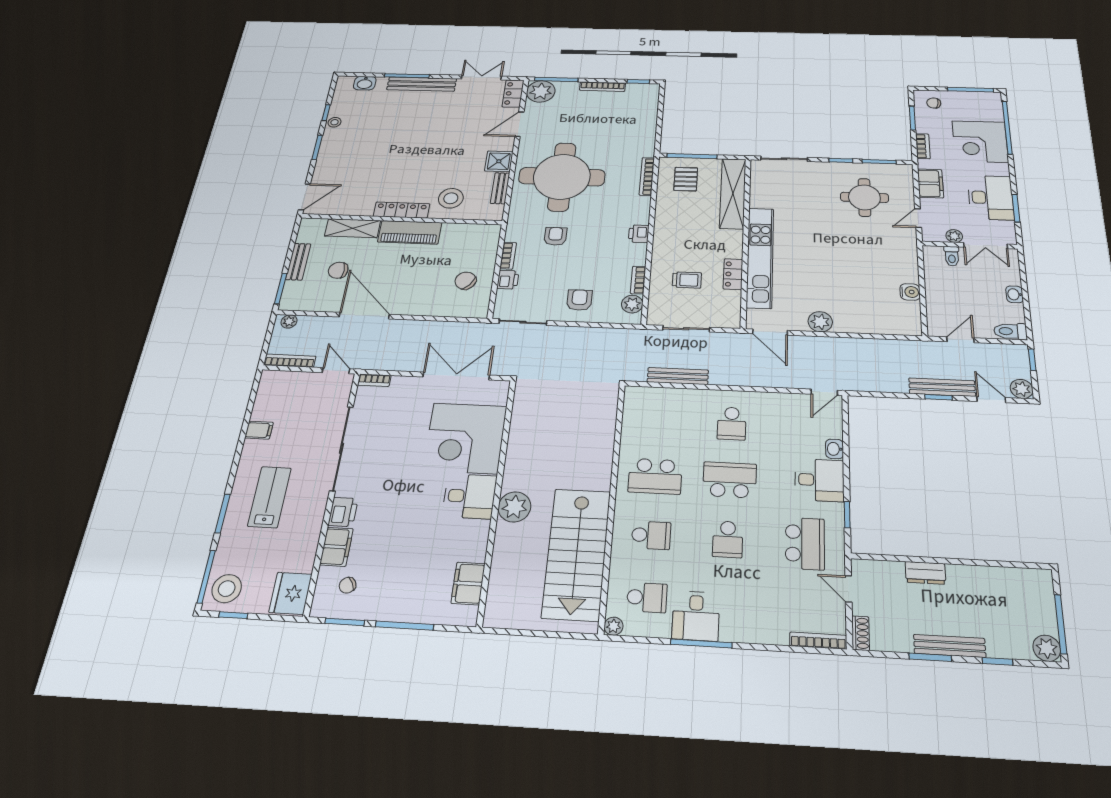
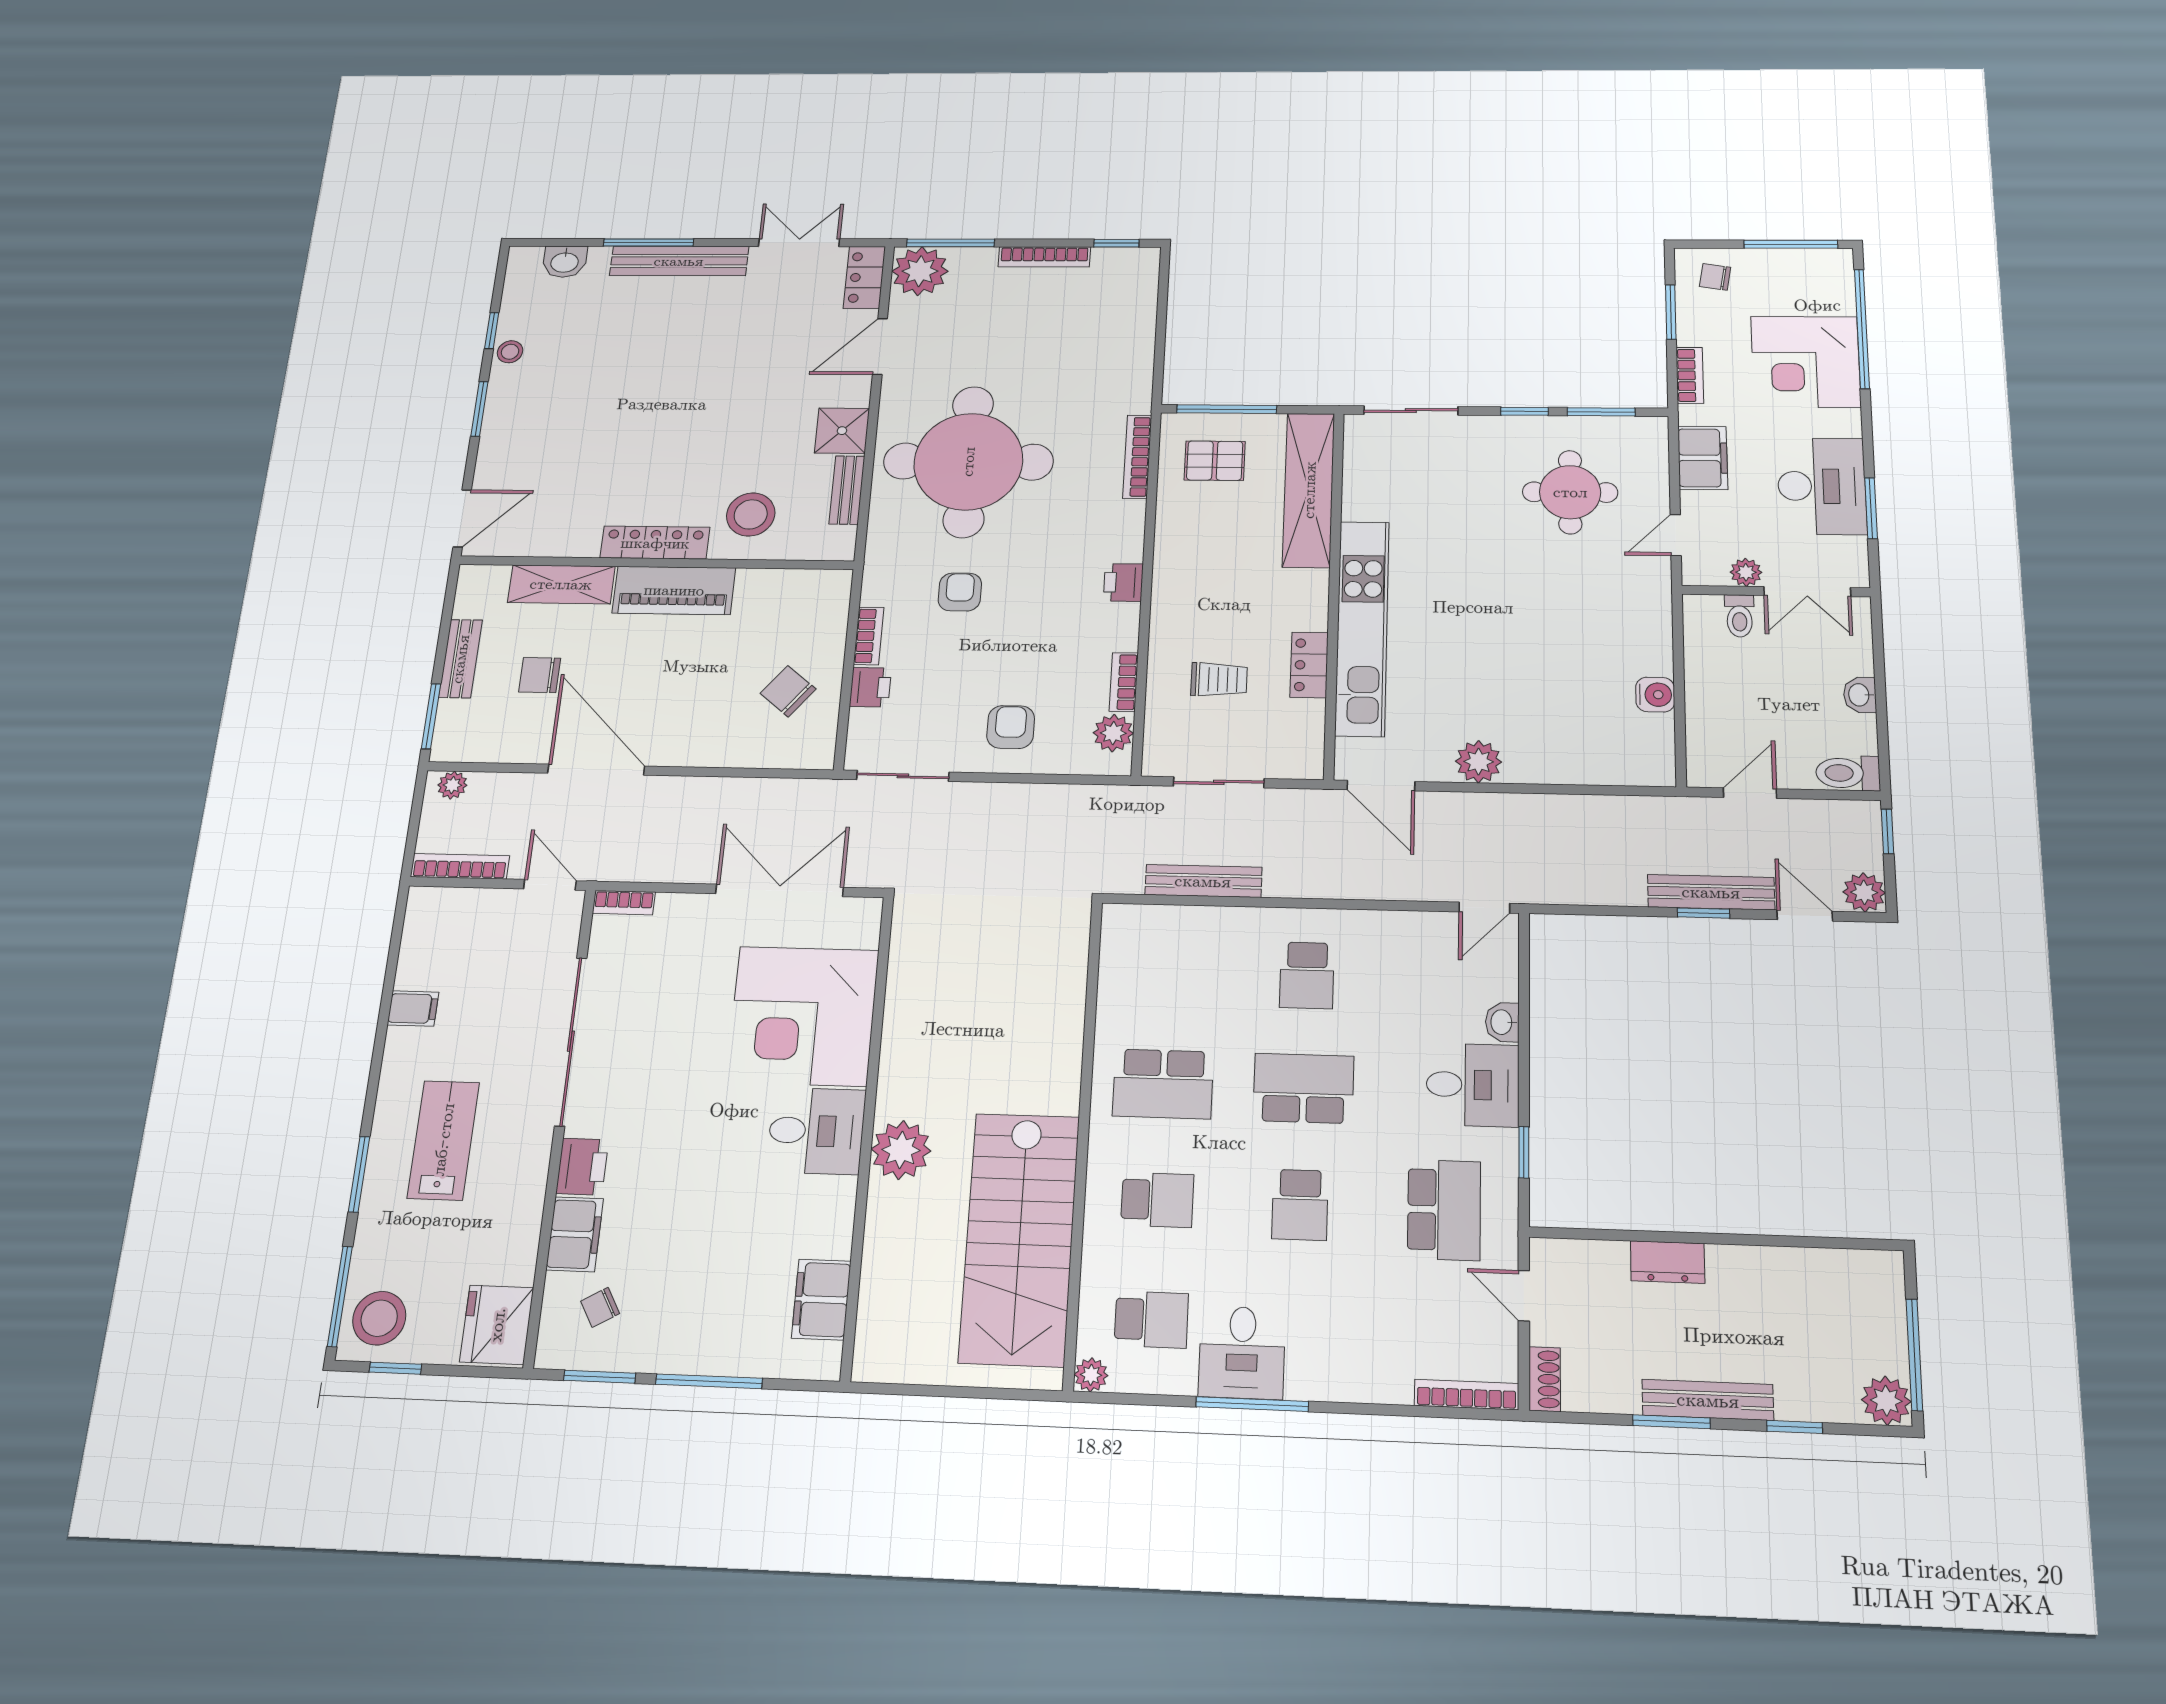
pallet: (686, 179) -> (1215, 461), turned 90

